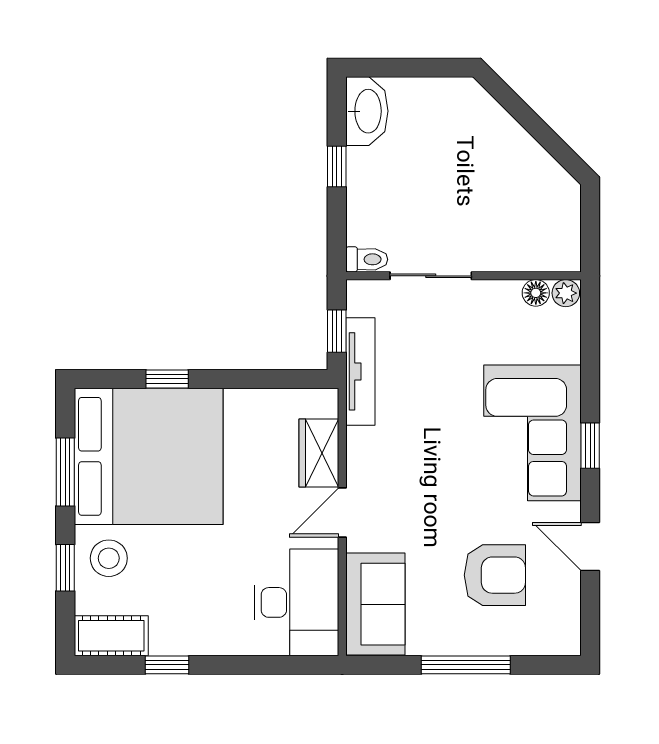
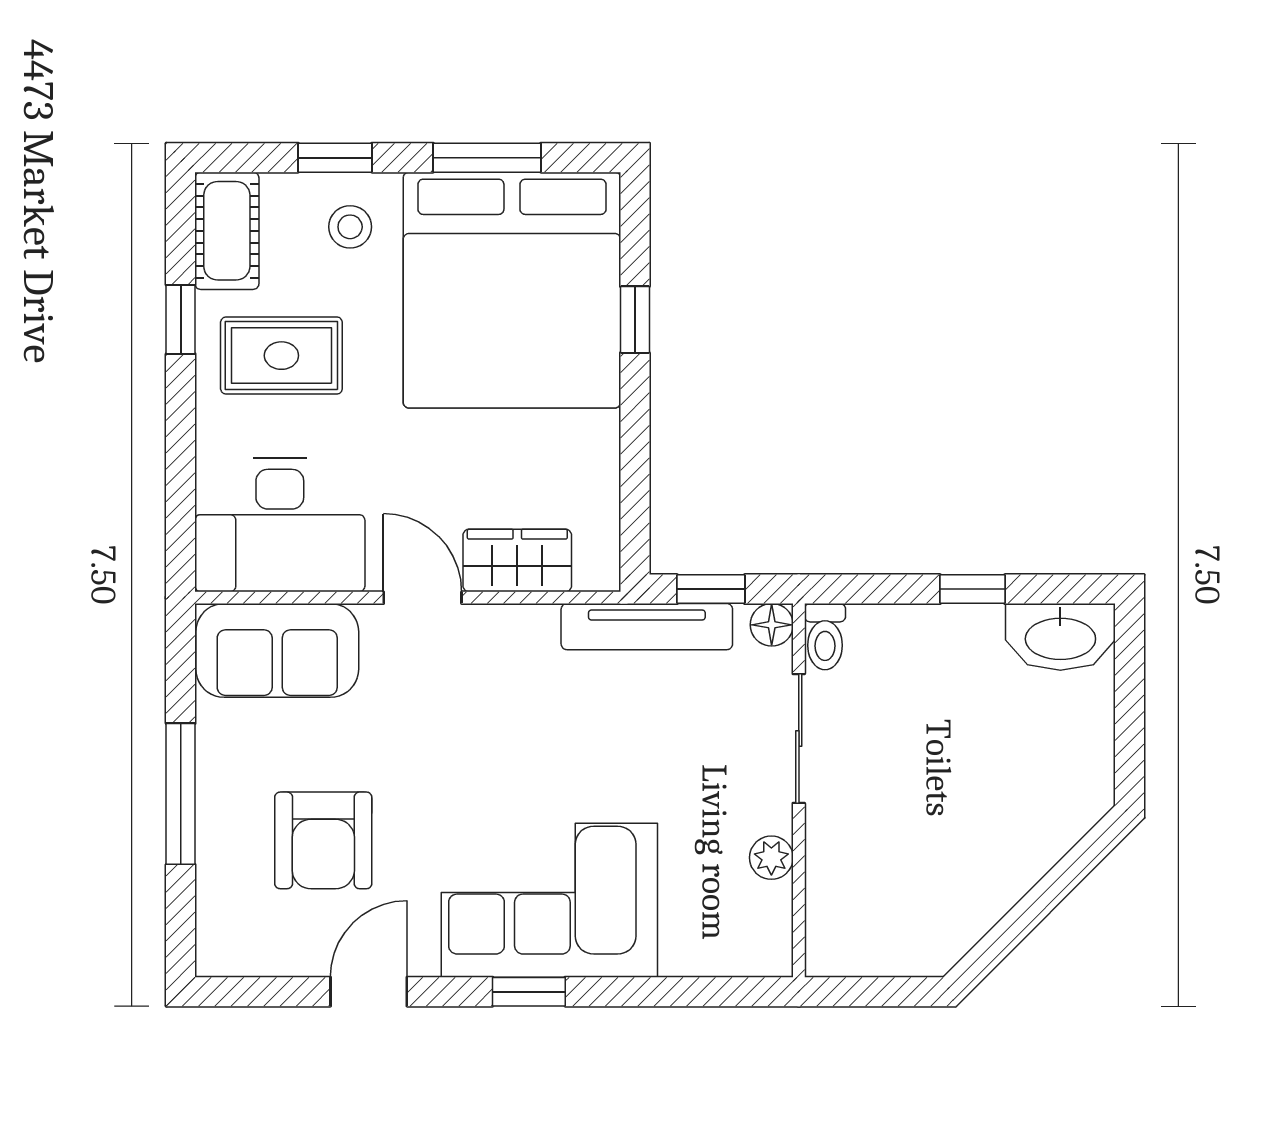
floor lamp: (536, 293) -> (772, 625), moved
plant: (566, 293) -> (771, 858), moved
stool: (109, 558) -> (350, 227), width x0.73, depth x0.73
rug: (190, 601) -> (281, 356), added

